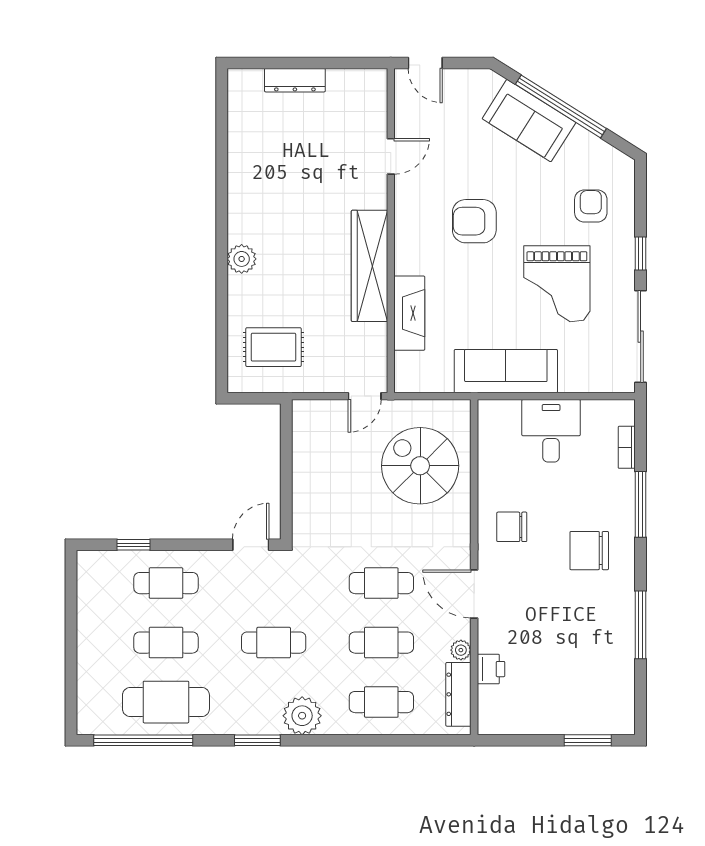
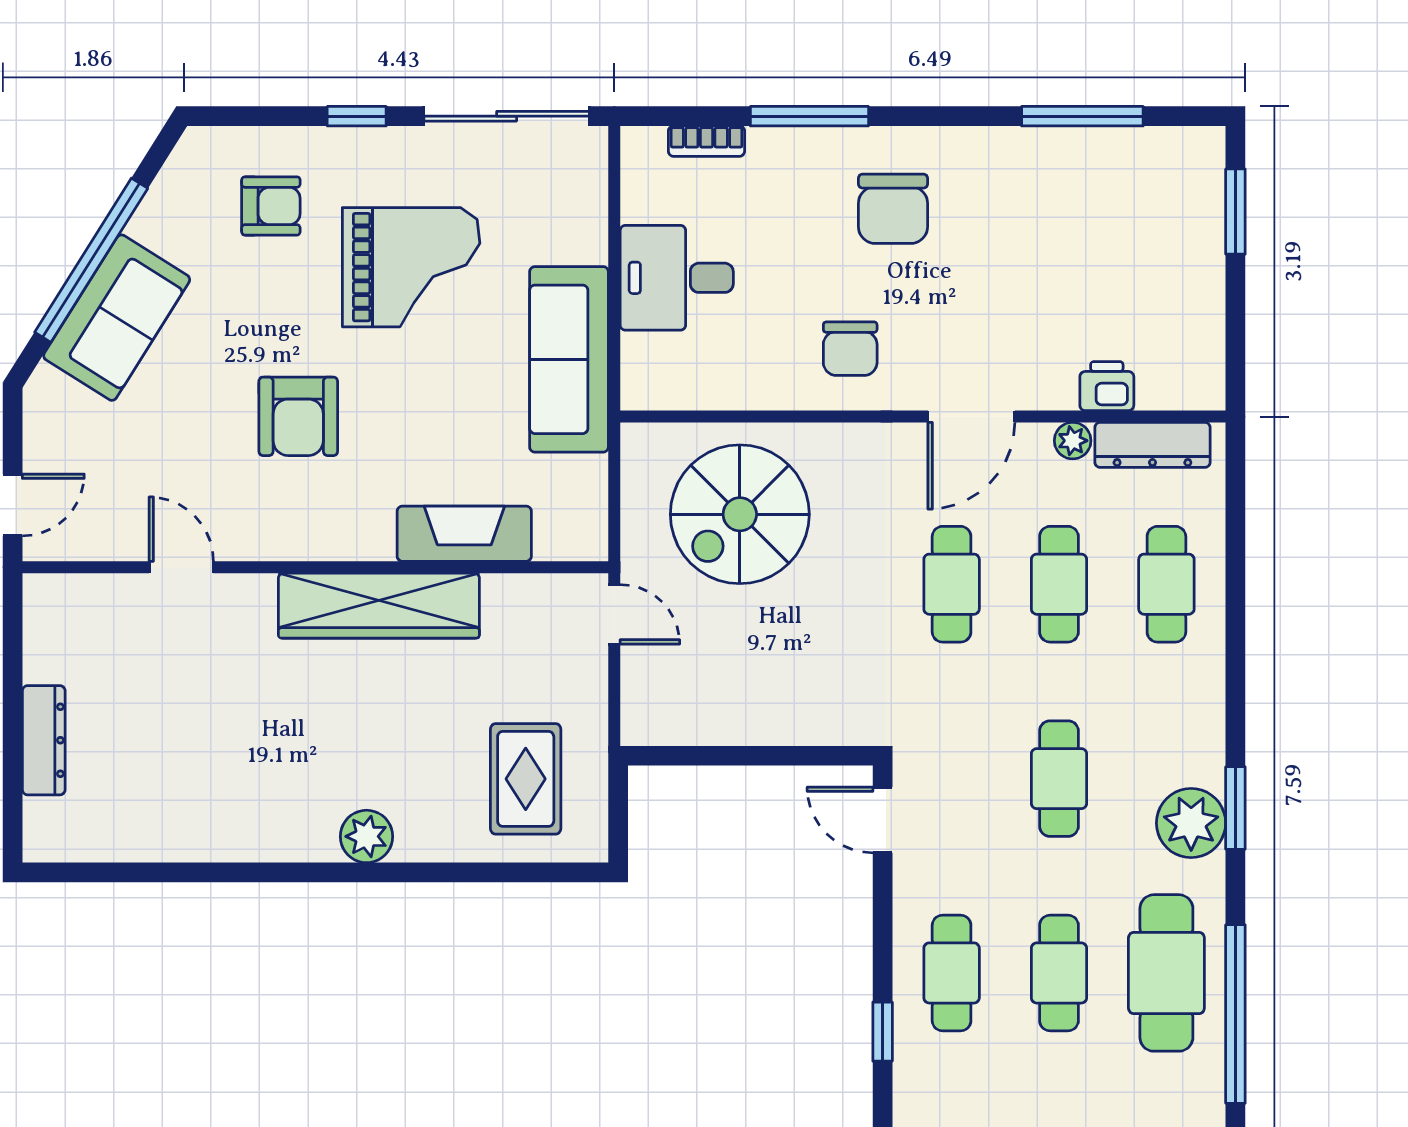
armchair: (591, 206) -> (271, 206), turned 180
window: (641, 625) -> (1082, 116), moved
plant: (302, 716) -> (1191, 823), moved

